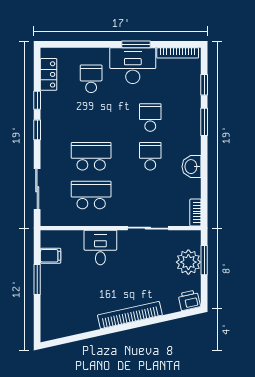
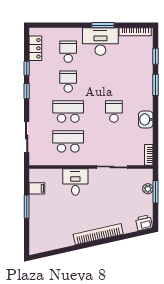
school desk: (150, 118) -> (68, 82), moved
plant: (188, 262) -> (148, 189), width x0.53, depth x0.53

